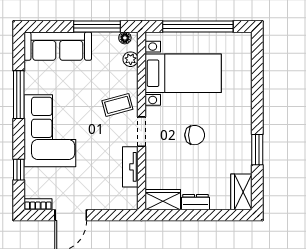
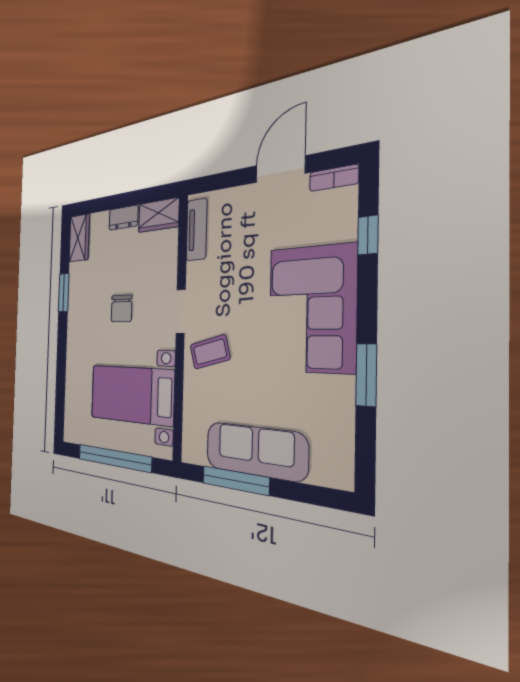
floor lamp: (125, 38) -> (198, 456), removed
sofa: (58, 46) -> (255, 451), moved
plant: (131, 59) -> (191, 422), removed
window: (19, 95) -> (366, 375), width x0.69
chair: (195, 135) -> (122, 309), turned -90
tv unit: (130, 167) -> (197, 230), moved

